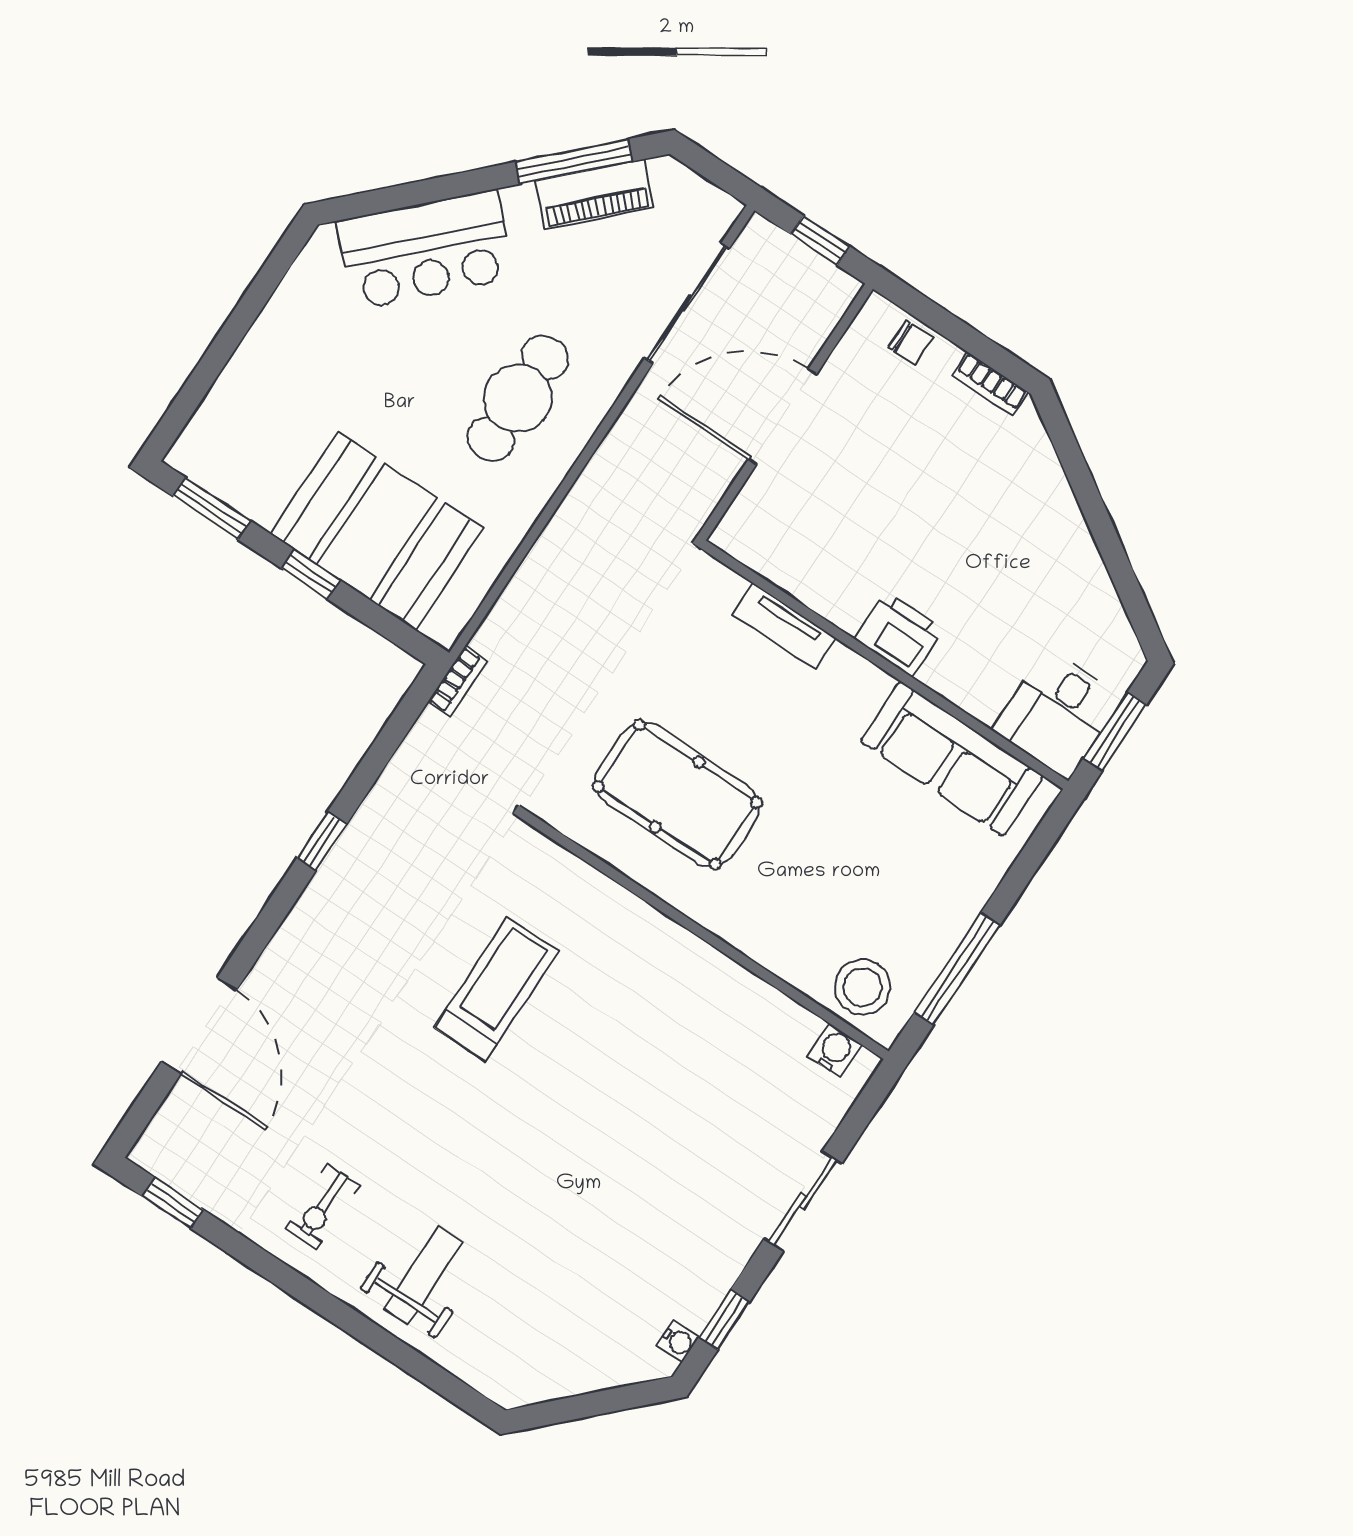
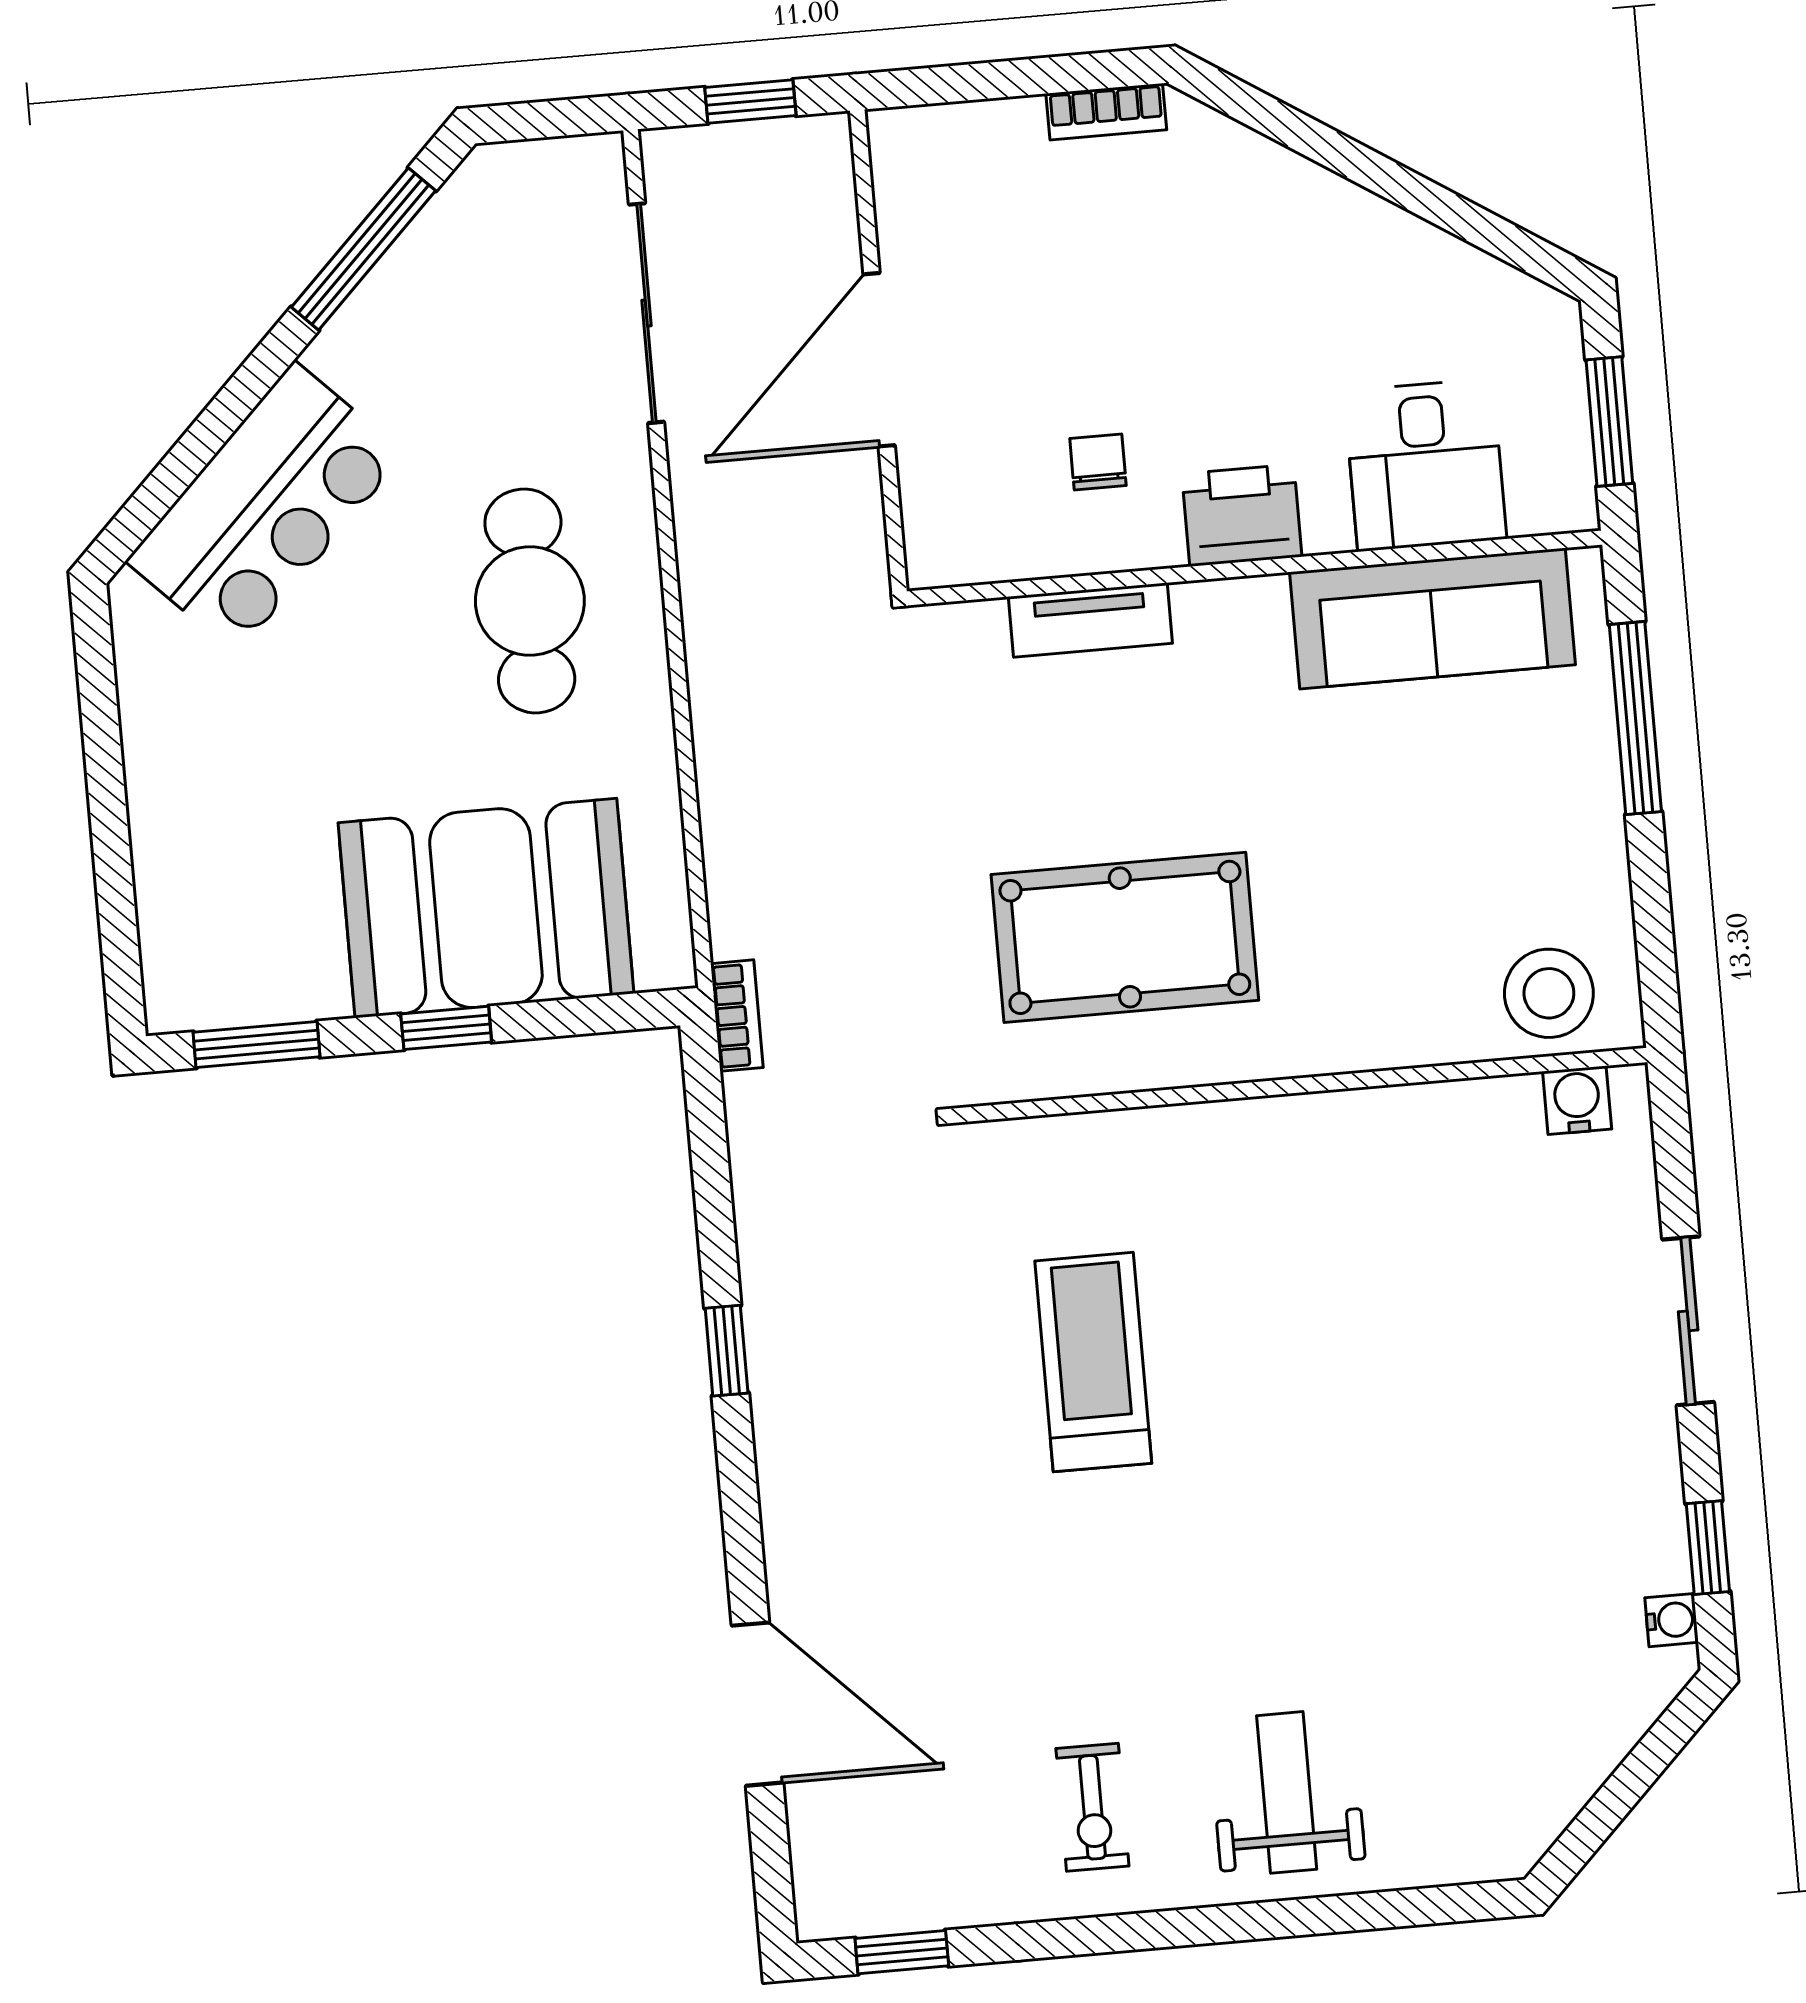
piano: (594, 194) -> (422, 269), removed
chair: (911, 342) -> (1098, 462), moved, turned -90
desk: (1057, 714) -> (1425, 465), moved
window: (957, 969) -> (1635, 718), moved

